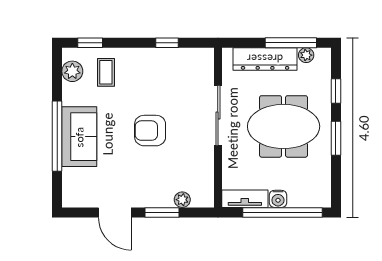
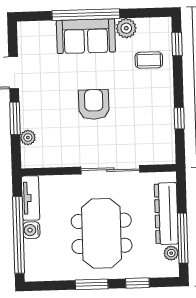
plant: (72, 71) -> (126, 28), moved

